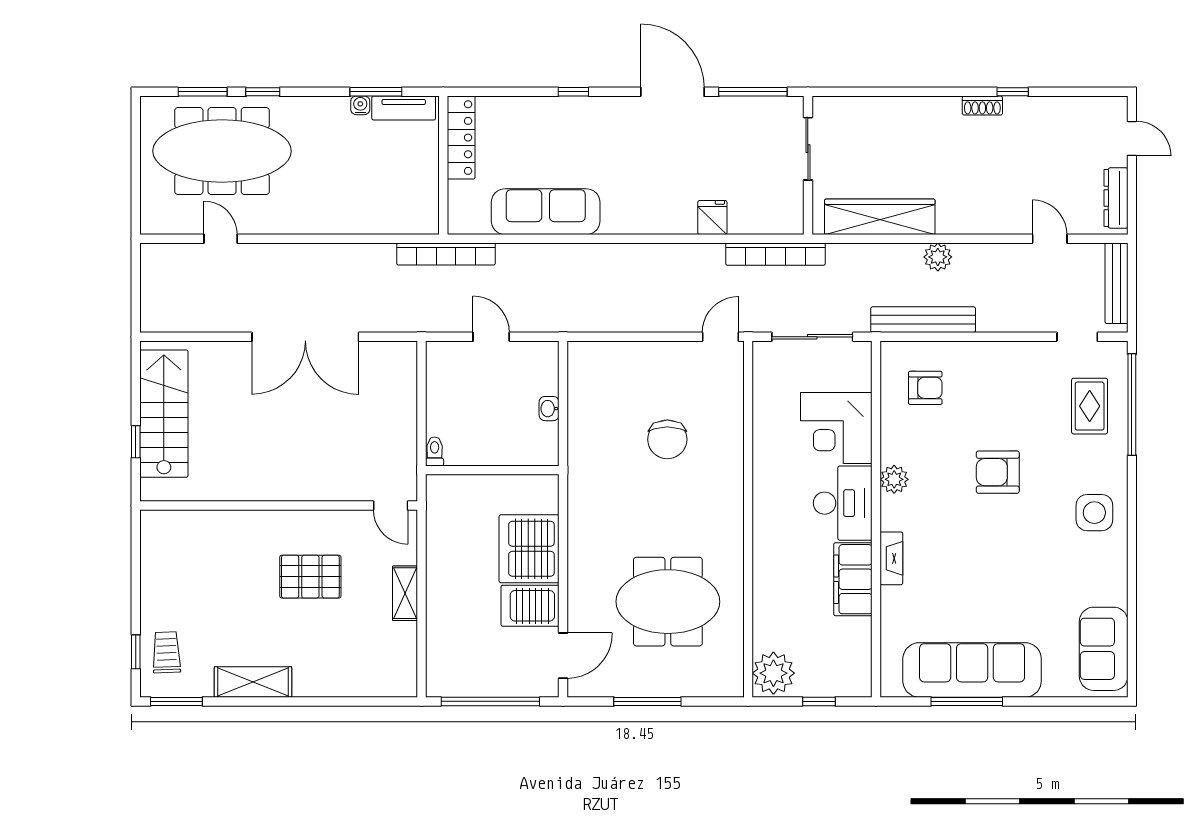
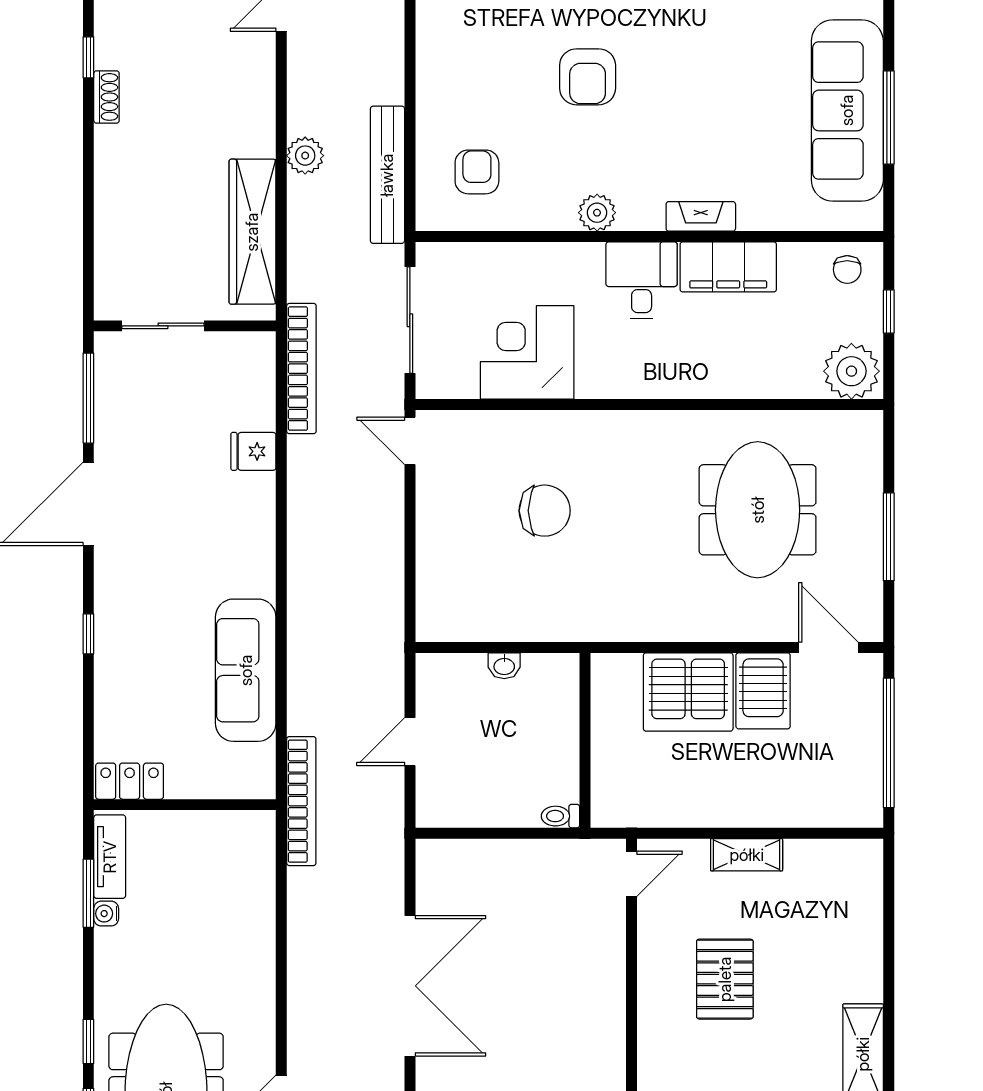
locker: (461, 138) -> (130, 781), width x0.66
corner desk: (836, 428) -> (527, 352), moved, turned 180
desk: (843, 503) -> (642, 280), width x0.73
chair: (851, 670) -> (847, 270), added

